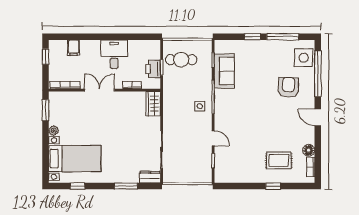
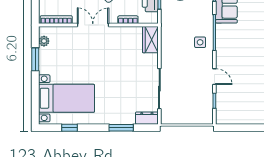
window: (46, 110) -> (35, 59), moved
plant: (54, 131) -> (44, 41), moved

